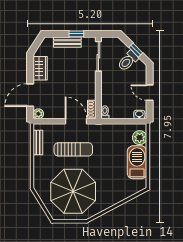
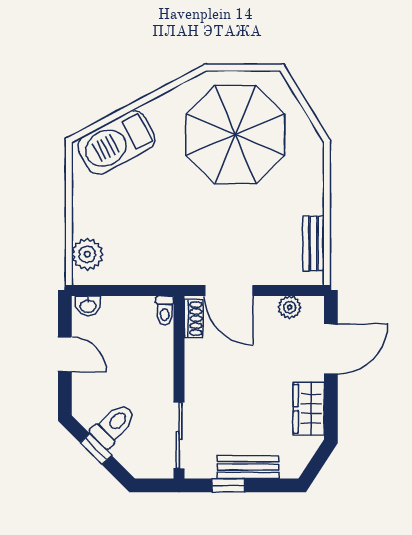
plant: (38, 114) -> (290, 307), moved
sun lounger: (73, 149) -> (235, 228), removed
barbecue: (137, 162) -> (116, 143), moved, turned 62

